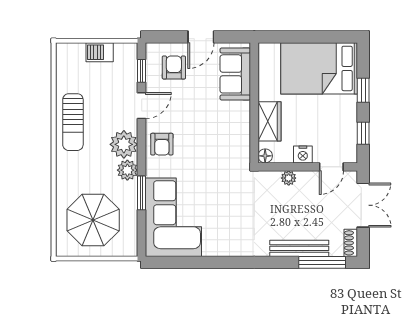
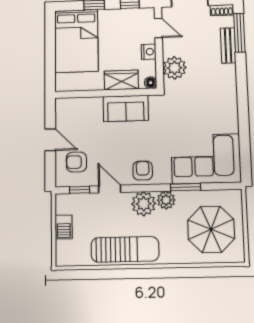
sofa: (235, 74) -> (126, 108), moved
sun lounger: (73, 122) -> (125, 249), width x1.36, depth x1.34
armchair: (162, 144) -> (143, 171), turned -90
plant: (289, 178) -> (175, 68), width x1.87, depth x1.87
bench: (299, 248) -> (228, 45), width x0.73

